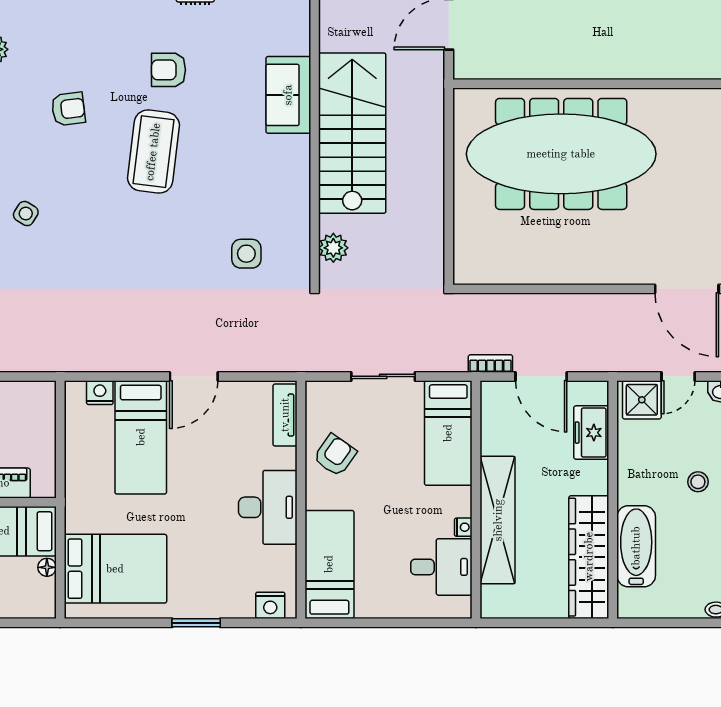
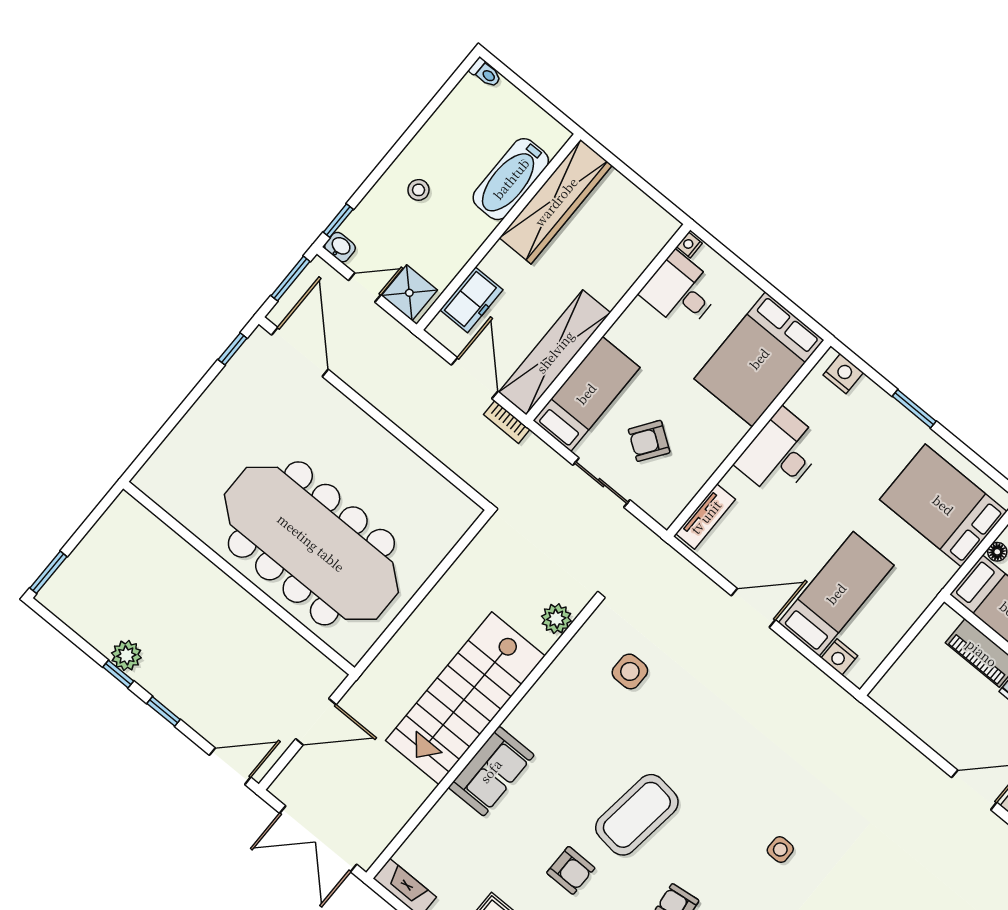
side table: (26, 214) -> (780, 850), turned -31
armchair: (335, 455) -> (649, 441), moved
shelving: (498, 520) -> (555, 352), moved
nightstand: (463, 527) -> (689, 245), moved
bed: (329, 564) -> (759, 359), width x1.50

